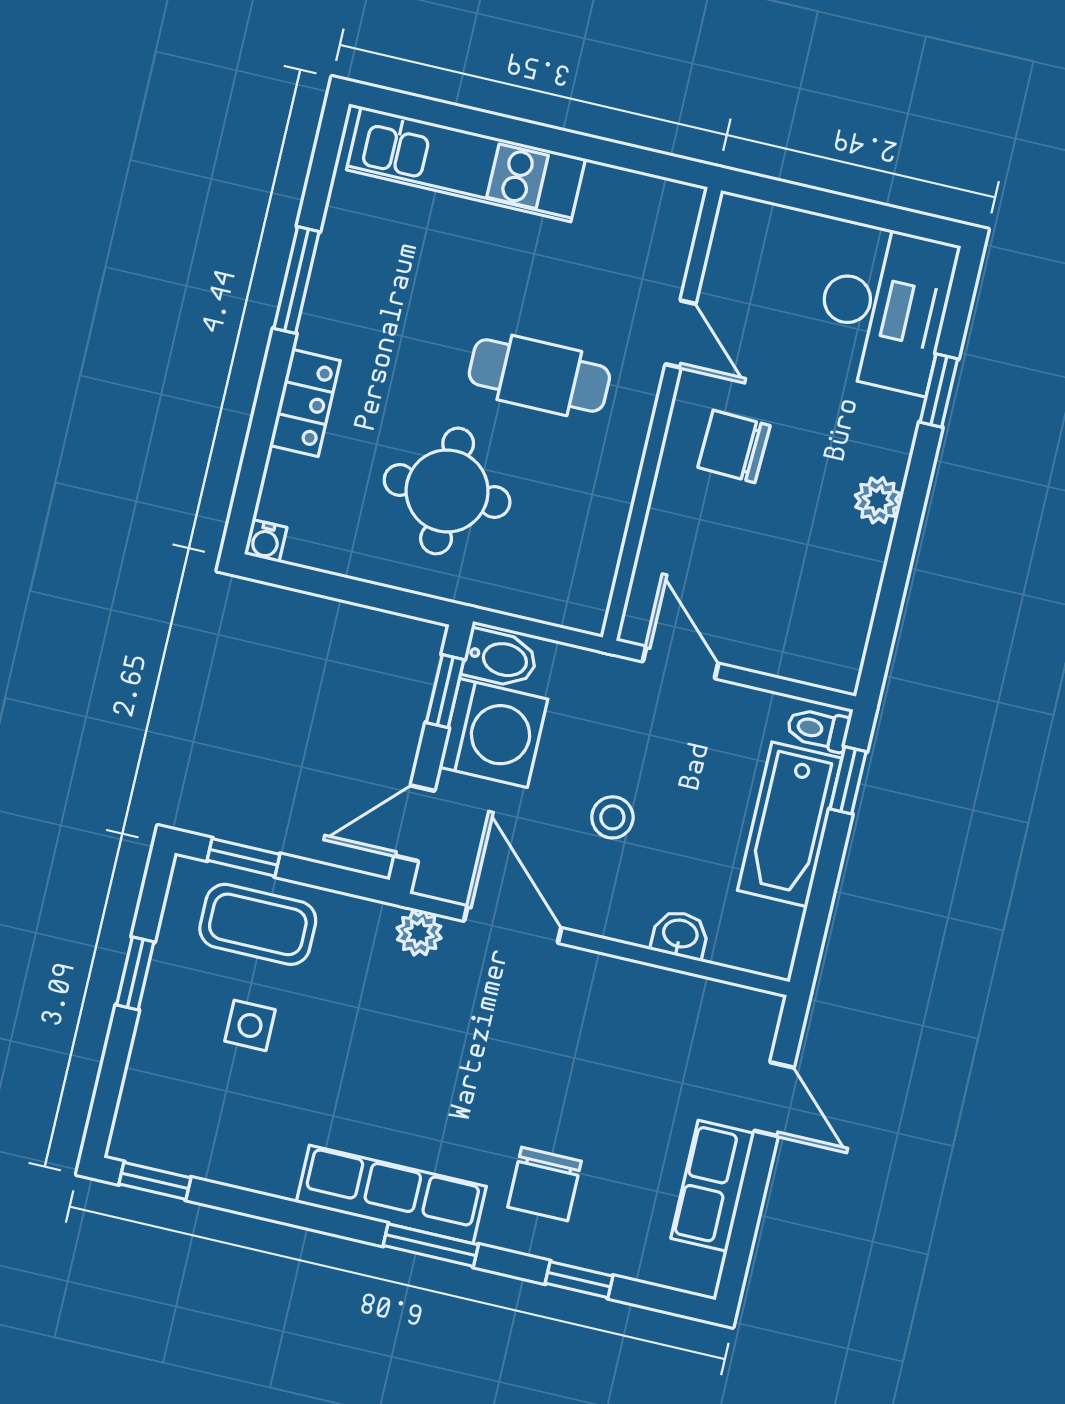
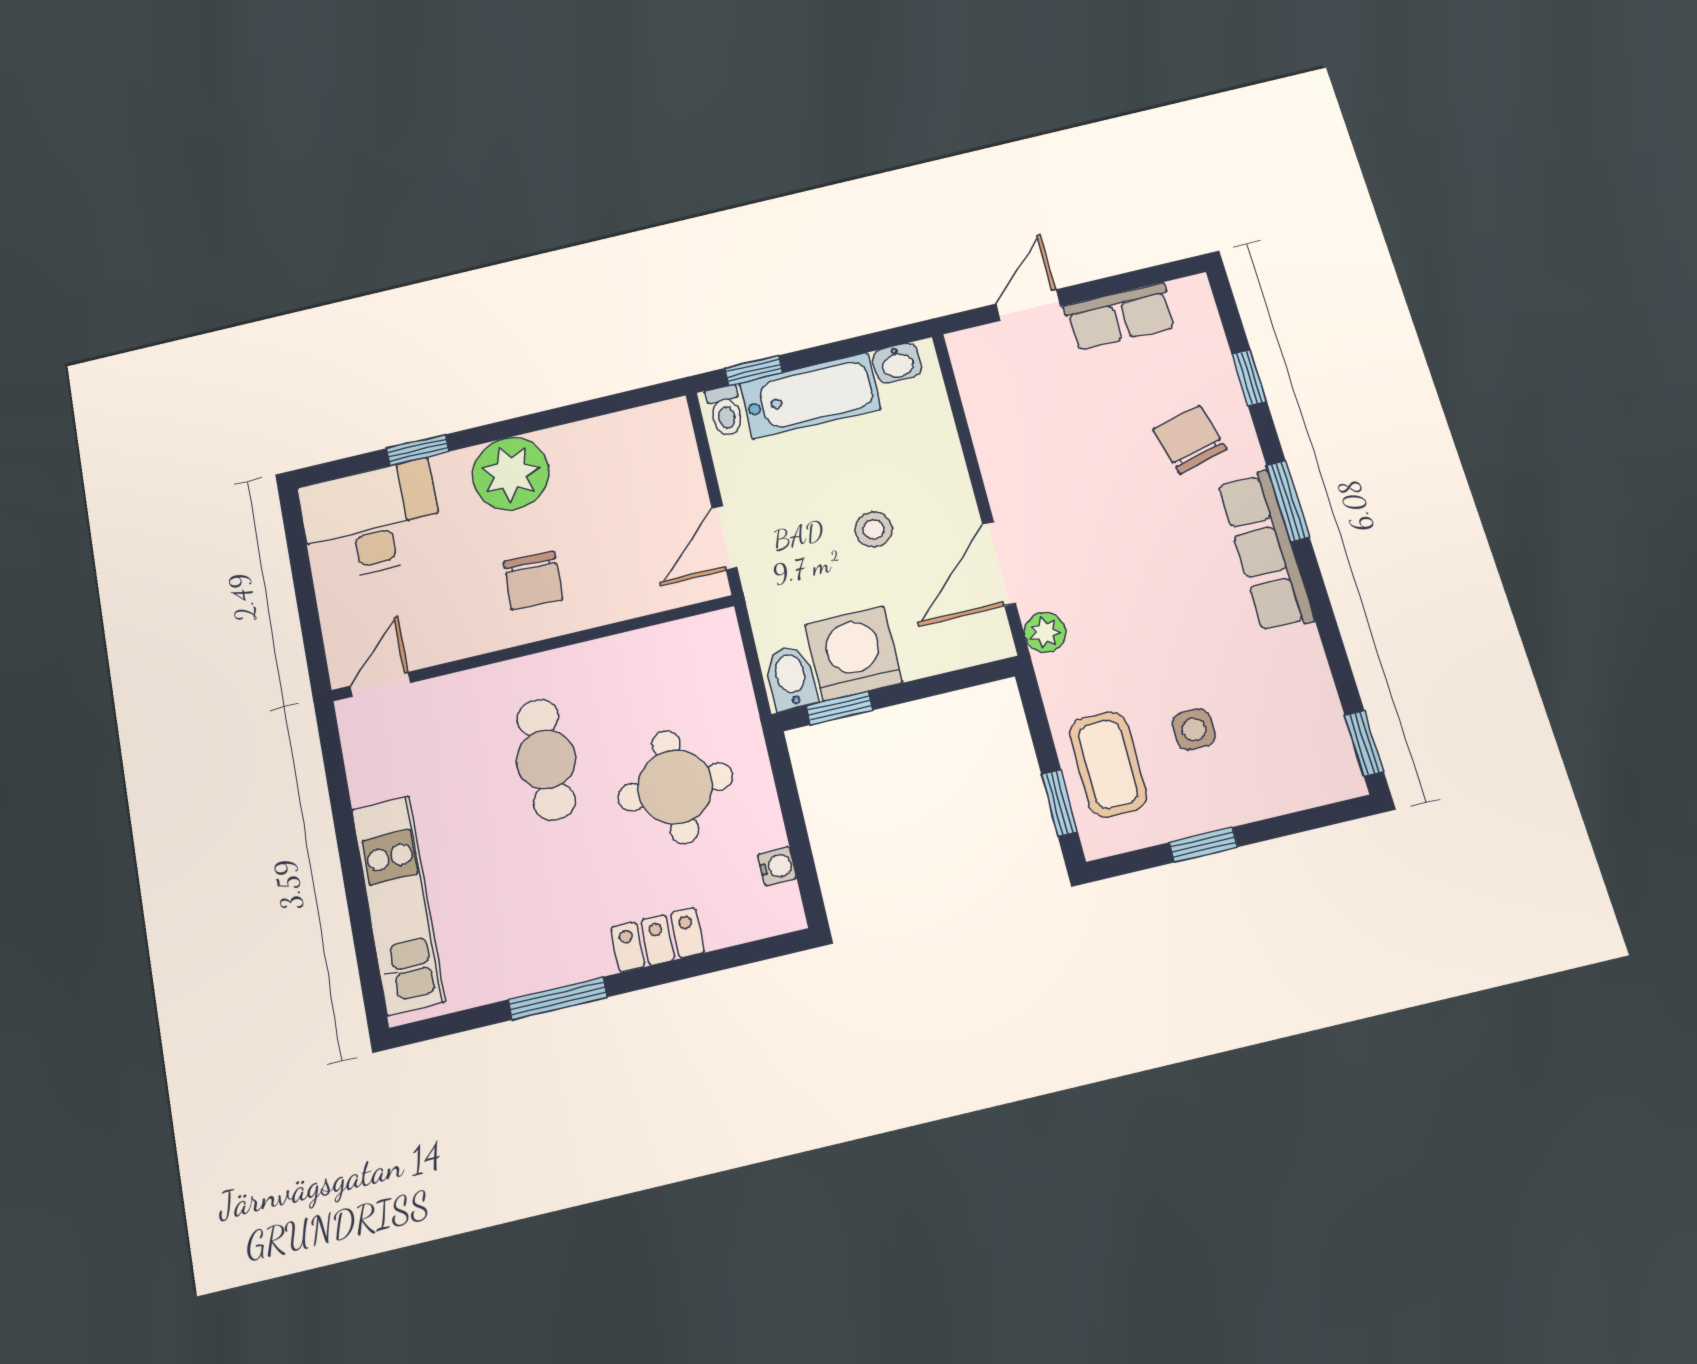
door: (681, 334) -> (380, 684), moved
plant: (878, 500) -> (511, 474), width x1.88, depth x1.88
water cooler: (266, 541) -> (777, 866), moved
door: (414, 823) -> (959, 680), removed
washbasin: (680, 935) -> (897, 363), moved, turned -90
chair: (545, 1184) -> (1190, 439), turned -104

